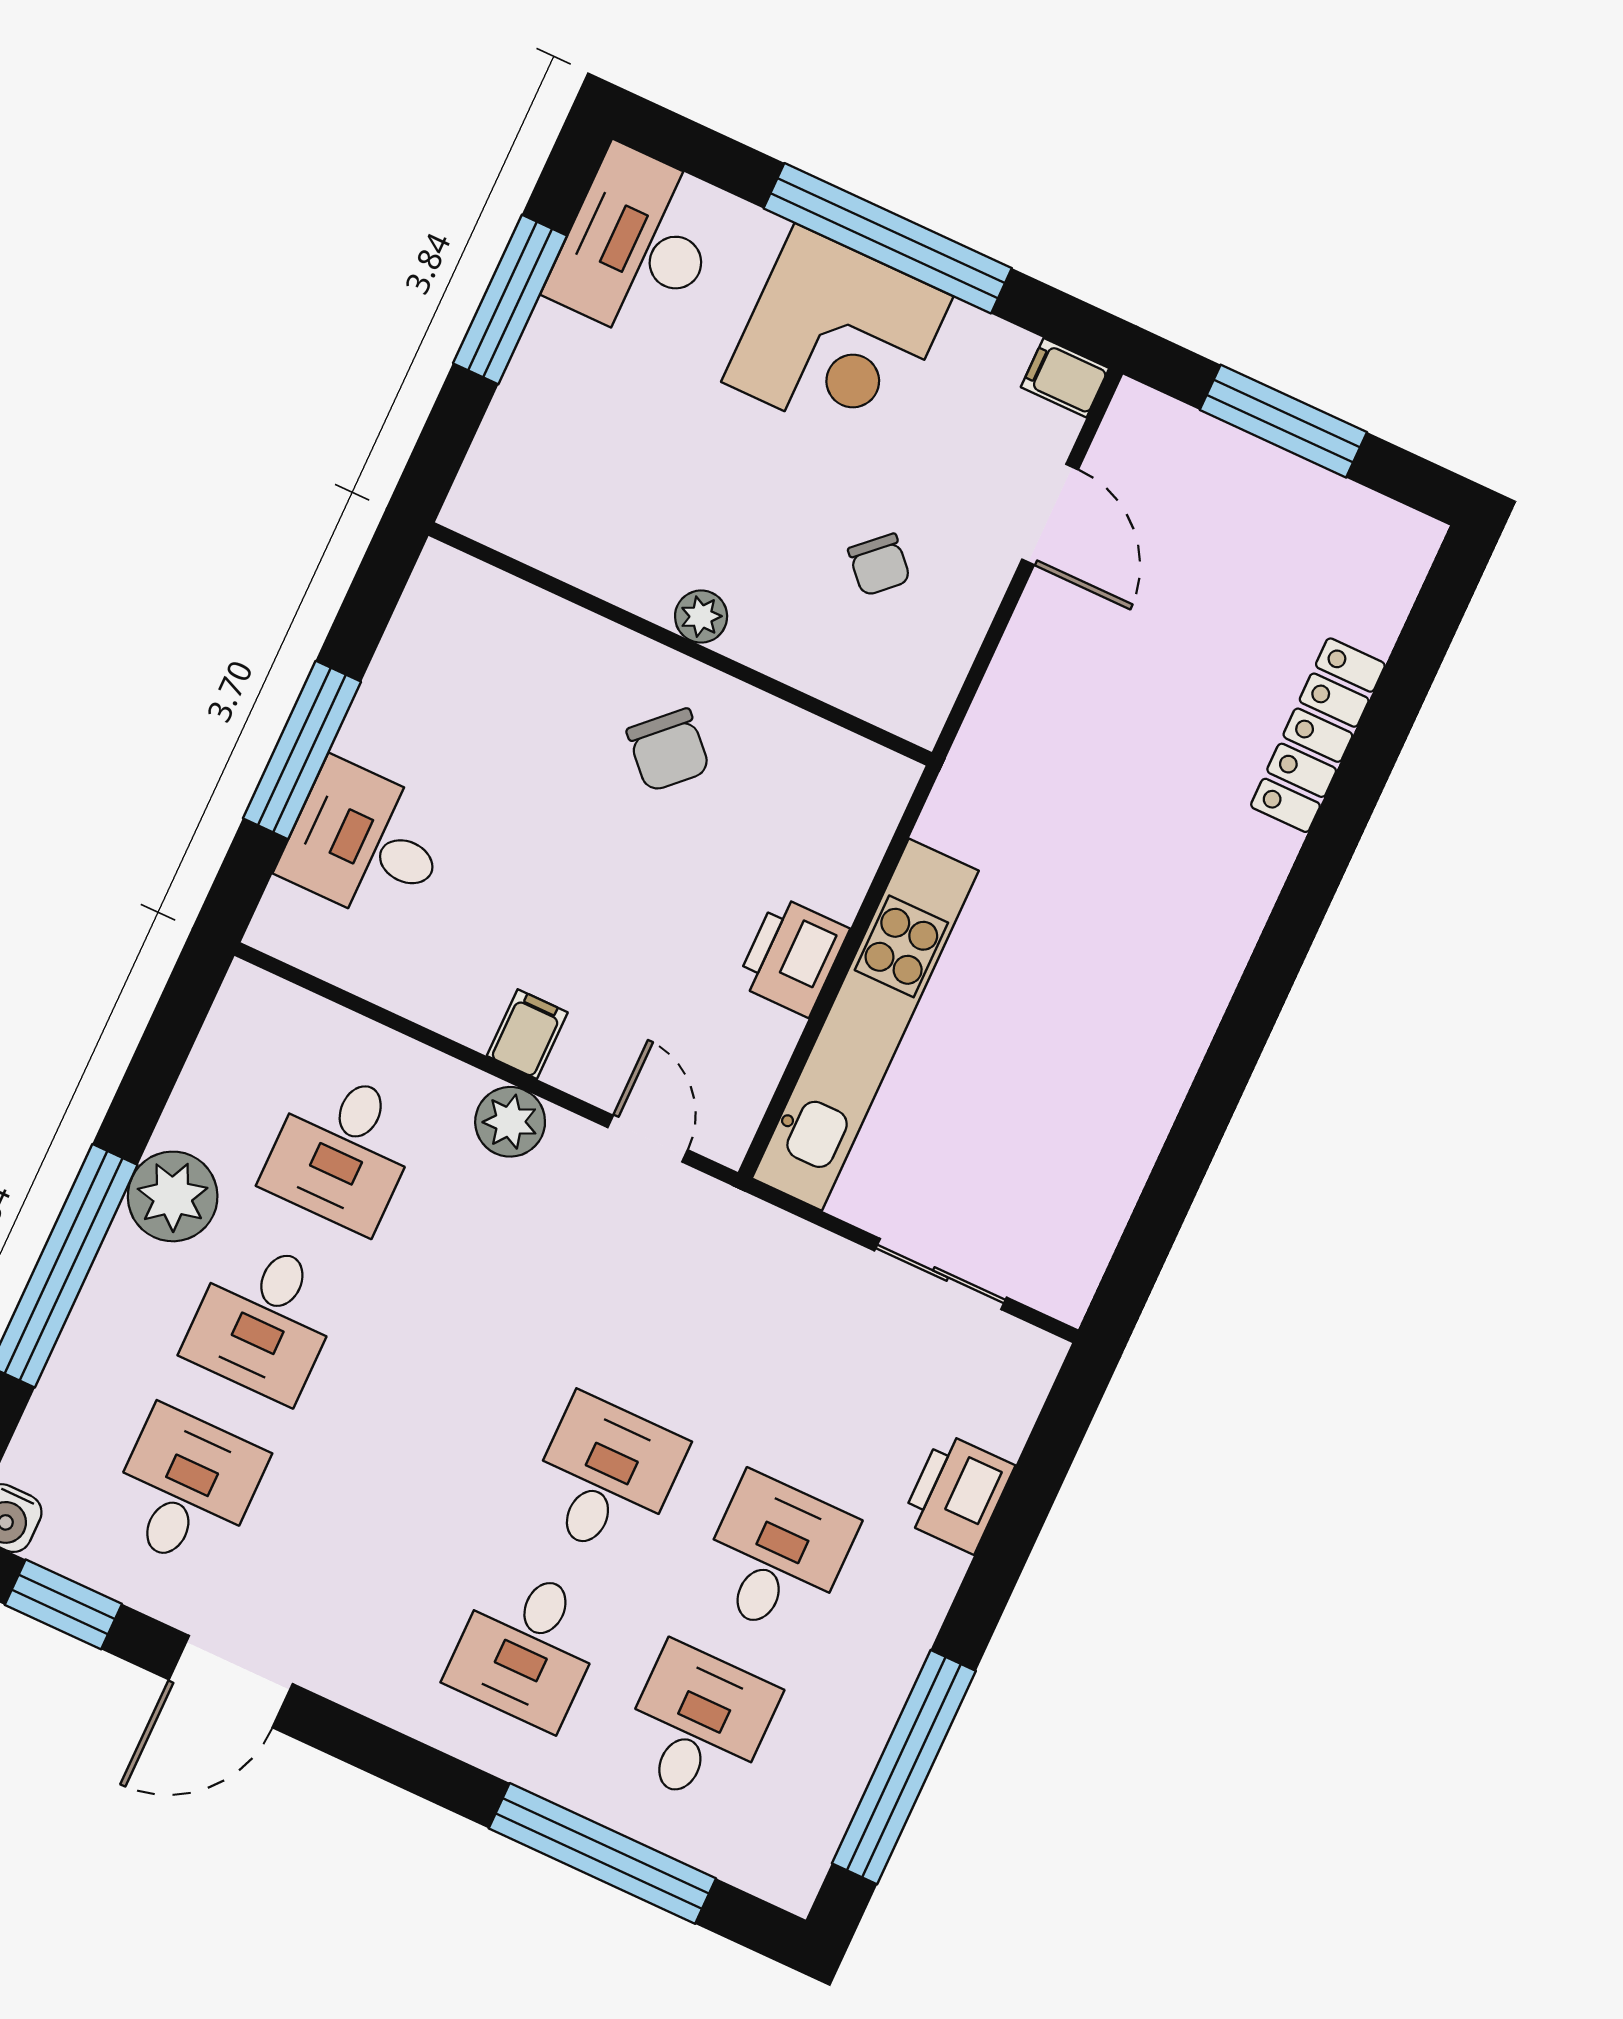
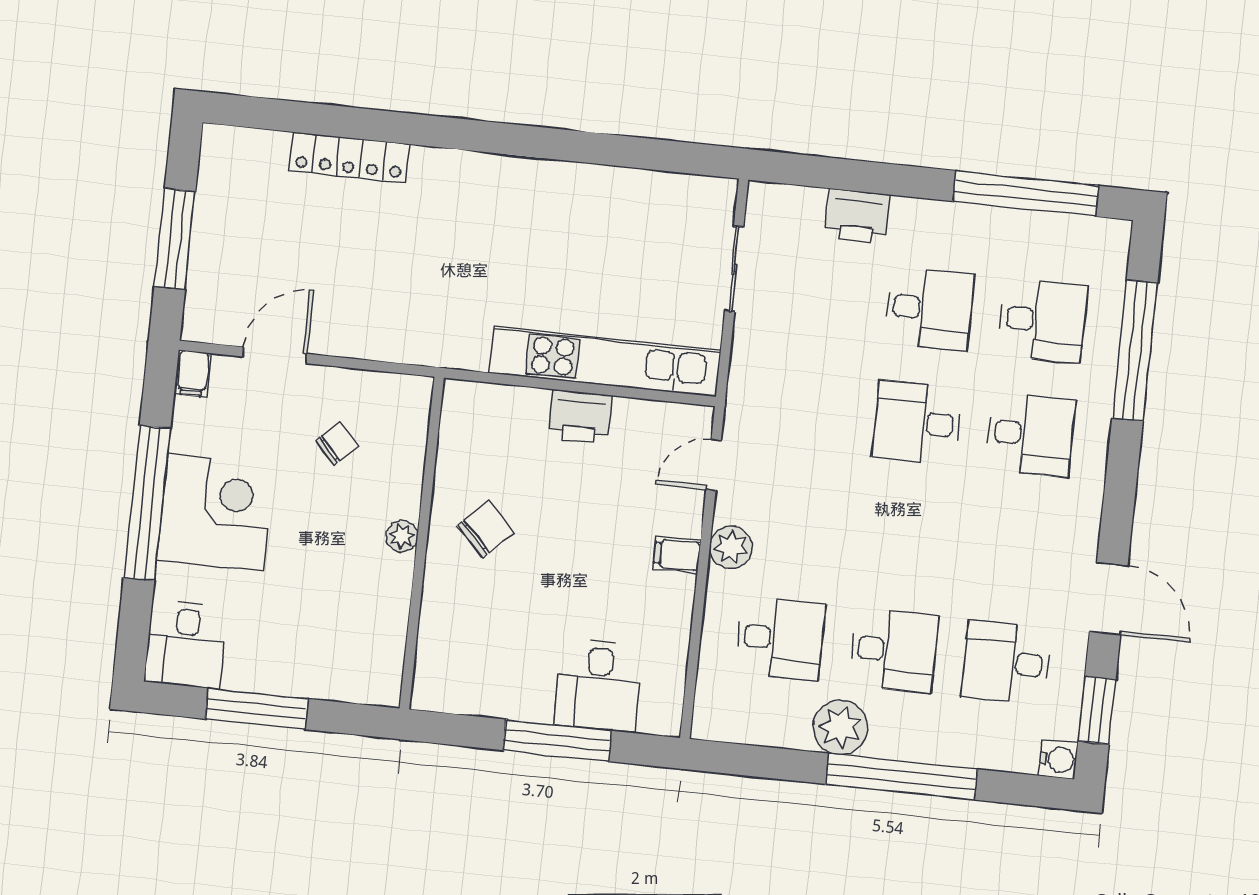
desk: (637, 245) -> (186, 645), width x0.73
desk: (776, 1556) -> (929, 309), turned 180
desk: (698, 1726) -> (1042, 321), turned 180

